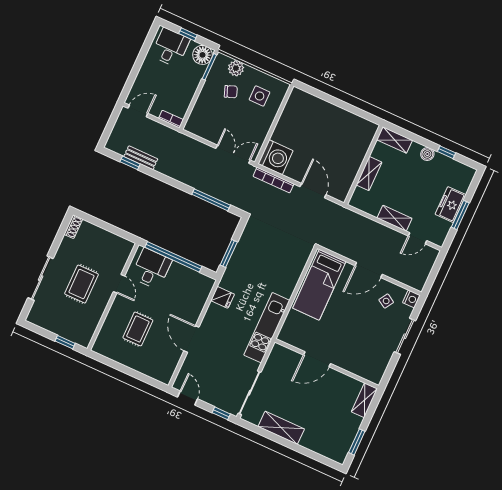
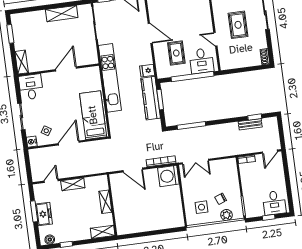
floor lamp: (202, 55) -> (252, 210), removed
boiler: (427, 154) -> (50, 240), moved
kitchen counter: (239, 262) -> (151, 98), added
kitchen unit: (267, 328) -> (110, 78), width x1.36
rug: (138, 329) -> (176, 53), moved
desk: (372, 364) -> (31, 87), added

